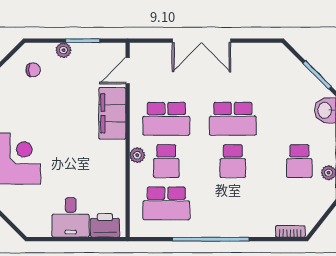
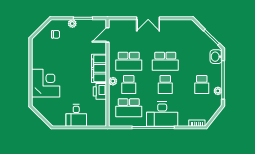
double door: (201, 41) -> (148, 18), width x0.73
filing cabinet: (112, 113) -> (99, 68), moved
desk: (227, 215) -> (162, 114), added
printer: (105, 225) -> (100, 91), moved, turned -90

